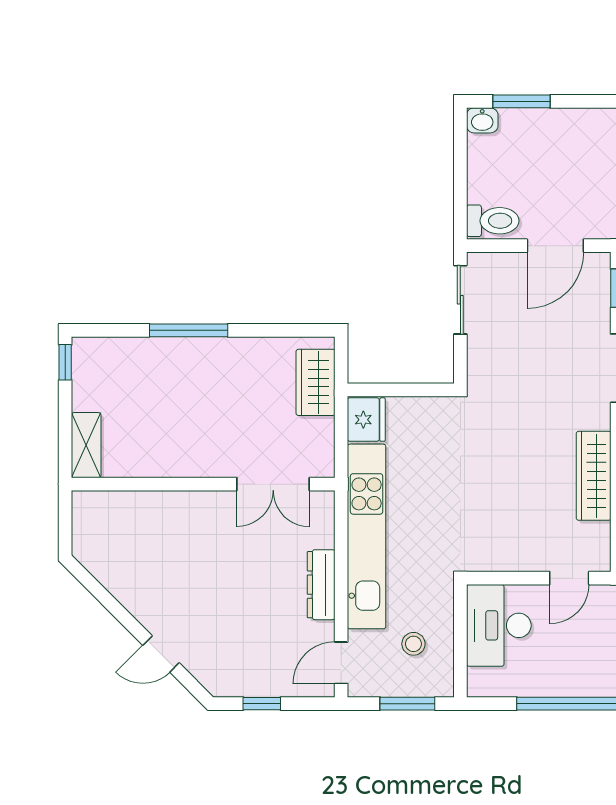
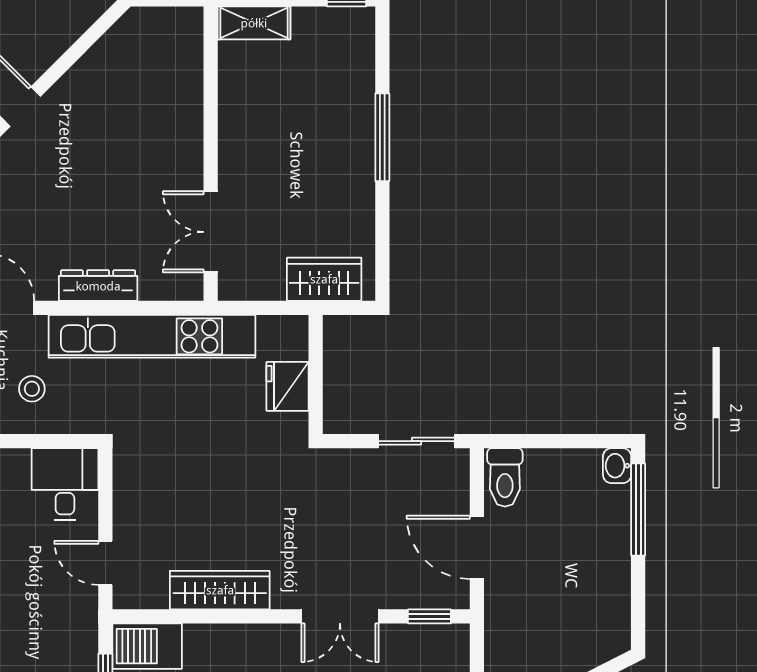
window: (521, 101) -> (638, 510), width x1.44
fridge: (366, 420) -> (288, 386), moved, turned 90
desk: (499, 625) -> (65, 484), width x0.73

